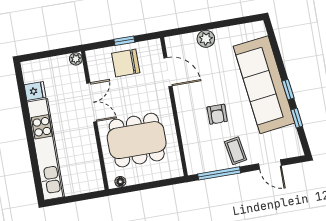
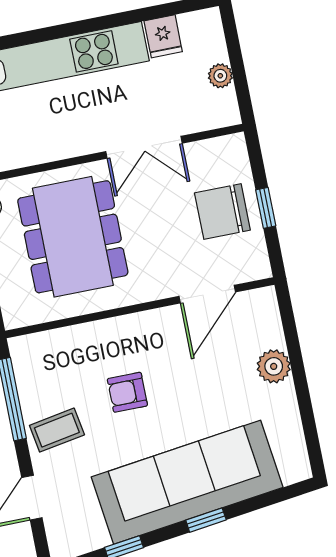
plant: (76, 59) -> (220, 76), moved
chair: (126, 63) -> (222, 212), turned -90
window: (288, 90) -> (206, 520), moved

